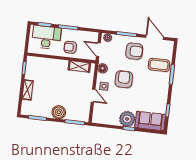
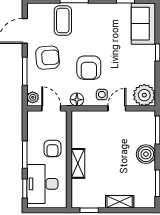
door: (98, 50) -> (51, 108), swing flipped
armchair: (134, 51) -> (48, 58), turned 85
shelving: (79, 66) -> (78, 163), moved
armchair: (124, 79) -> (89, 68), turned -90
plant: (127, 119) -> (144, 95), moved

